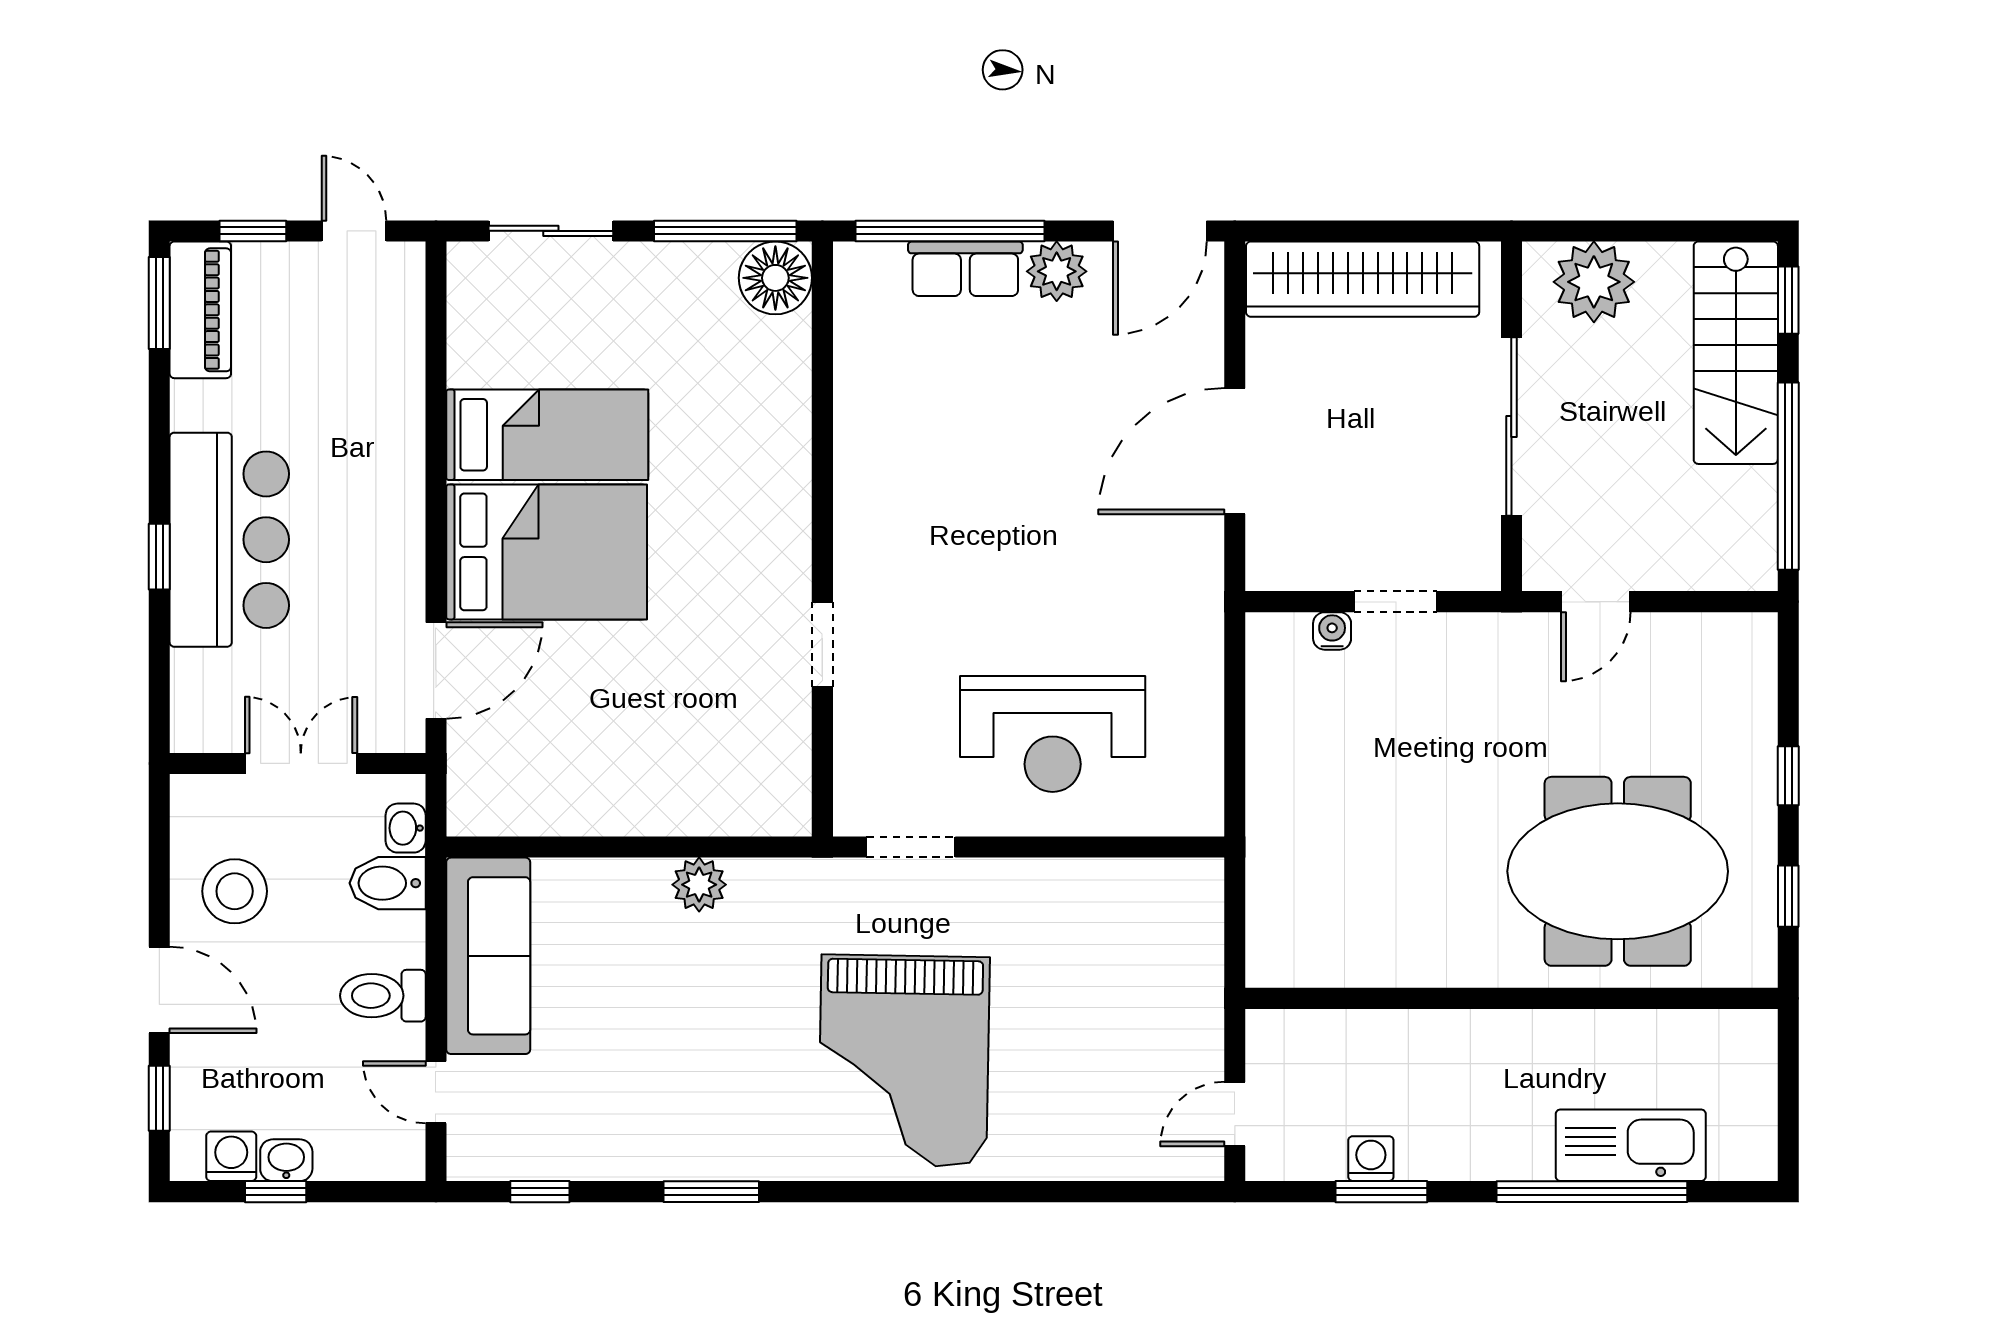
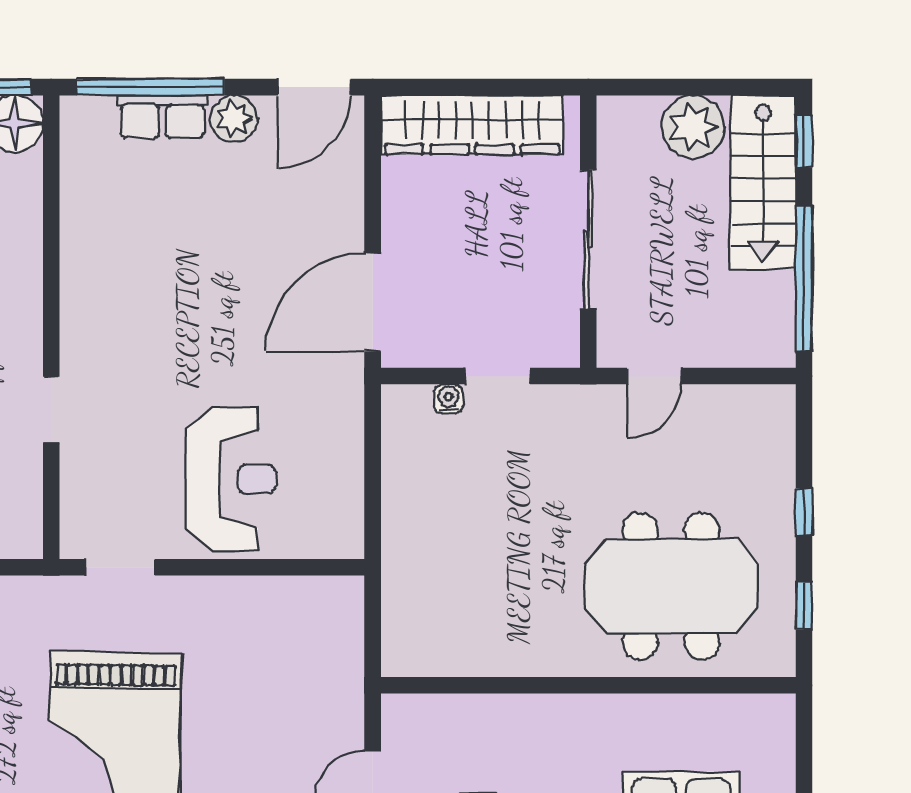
plant: (1594, 282) -> (693, 127), moved
door: (1235, 451) -> (373, 302), moved
reception desk: (1053, 734) -> (231, 479), turned -90

